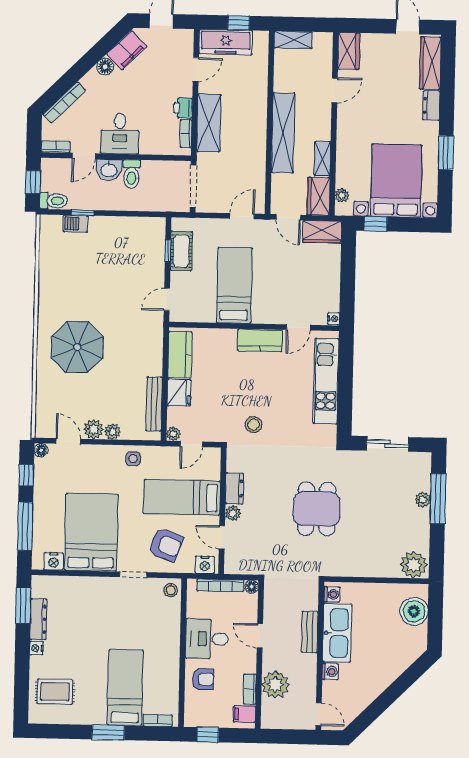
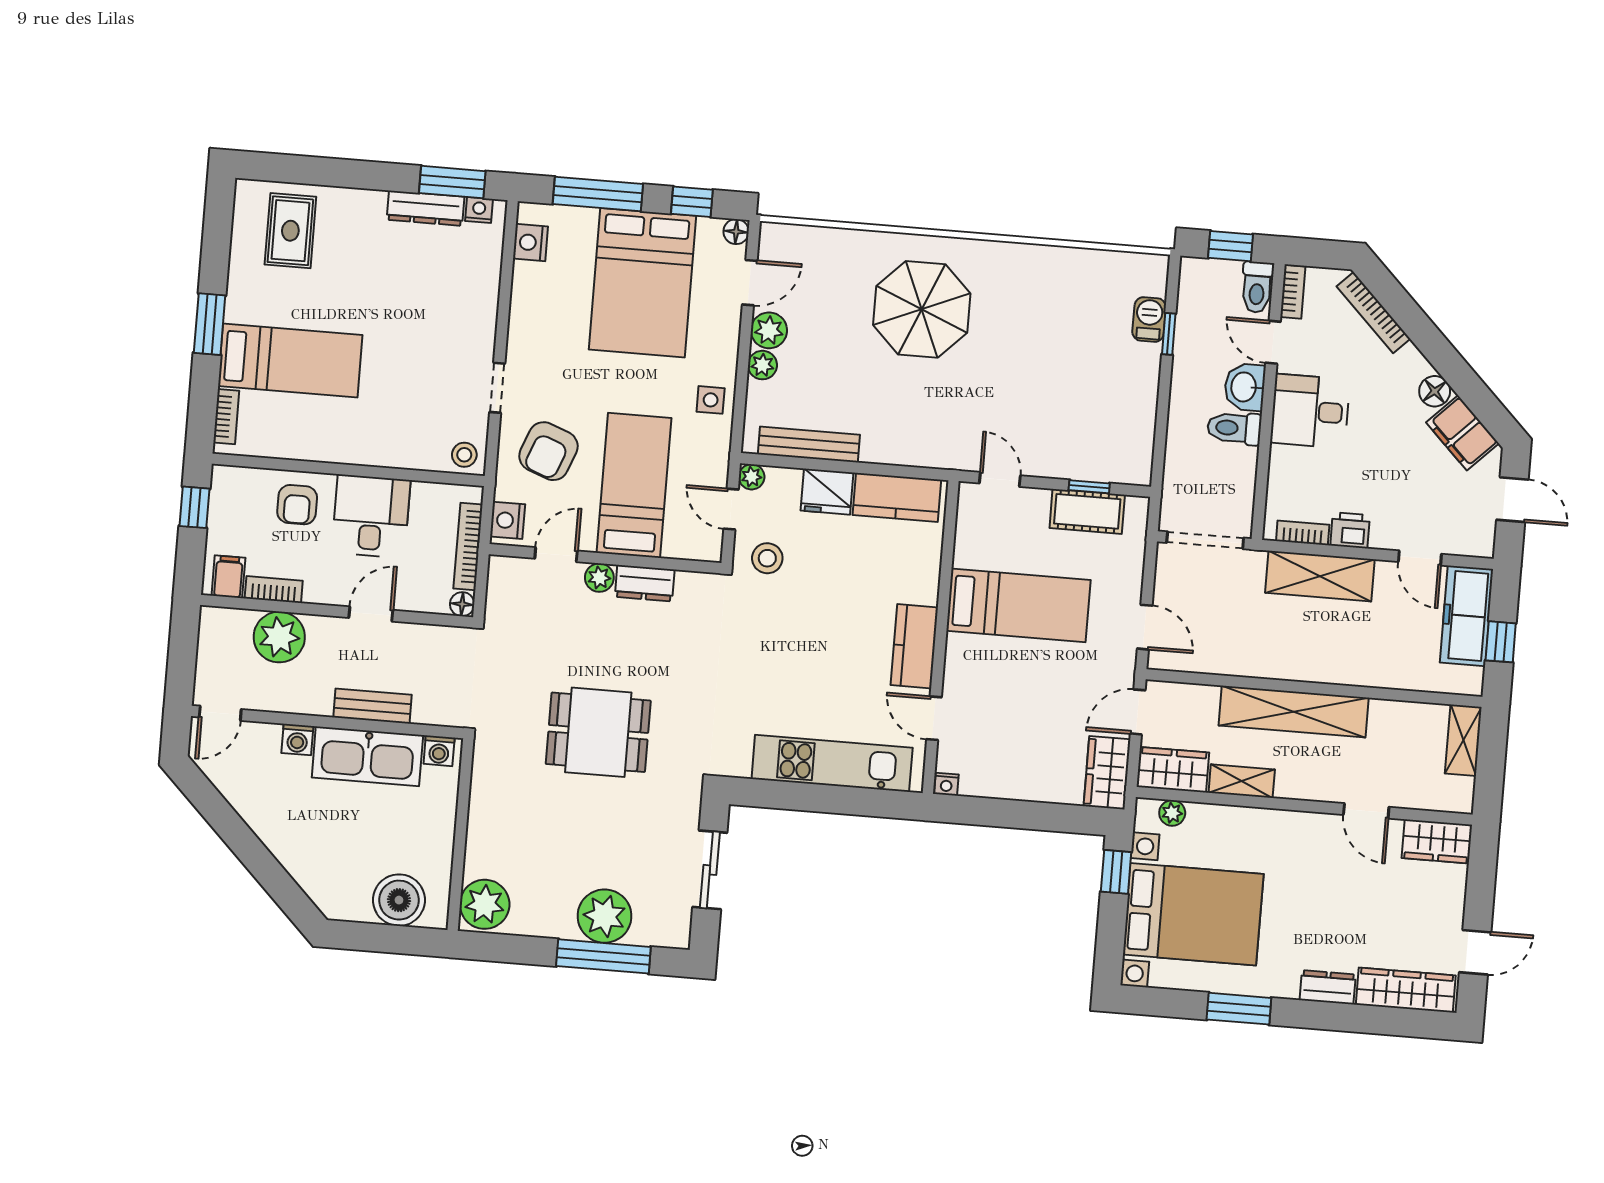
toilet: (54, 201) -> (1257, 287), moved
stool: (254, 425) -> (767, 558), moved
plant: (423, 500) -> (604, 916), width x1.87, depth x1.87
bed: (91, 532) -> (643, 283), moved, turned 90
nightstand: (36, 648) -> (479, 210), moved

